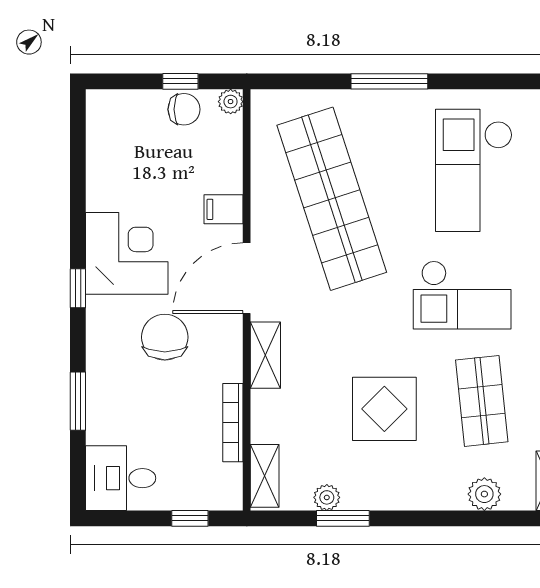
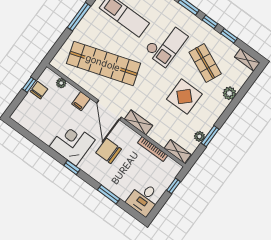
plant: (231, 102) -> (61, 83), moved
shop shelf: (482, 401) -> (205, 63), turned 30
plant: (484, 494) -> (229, 93), moved

